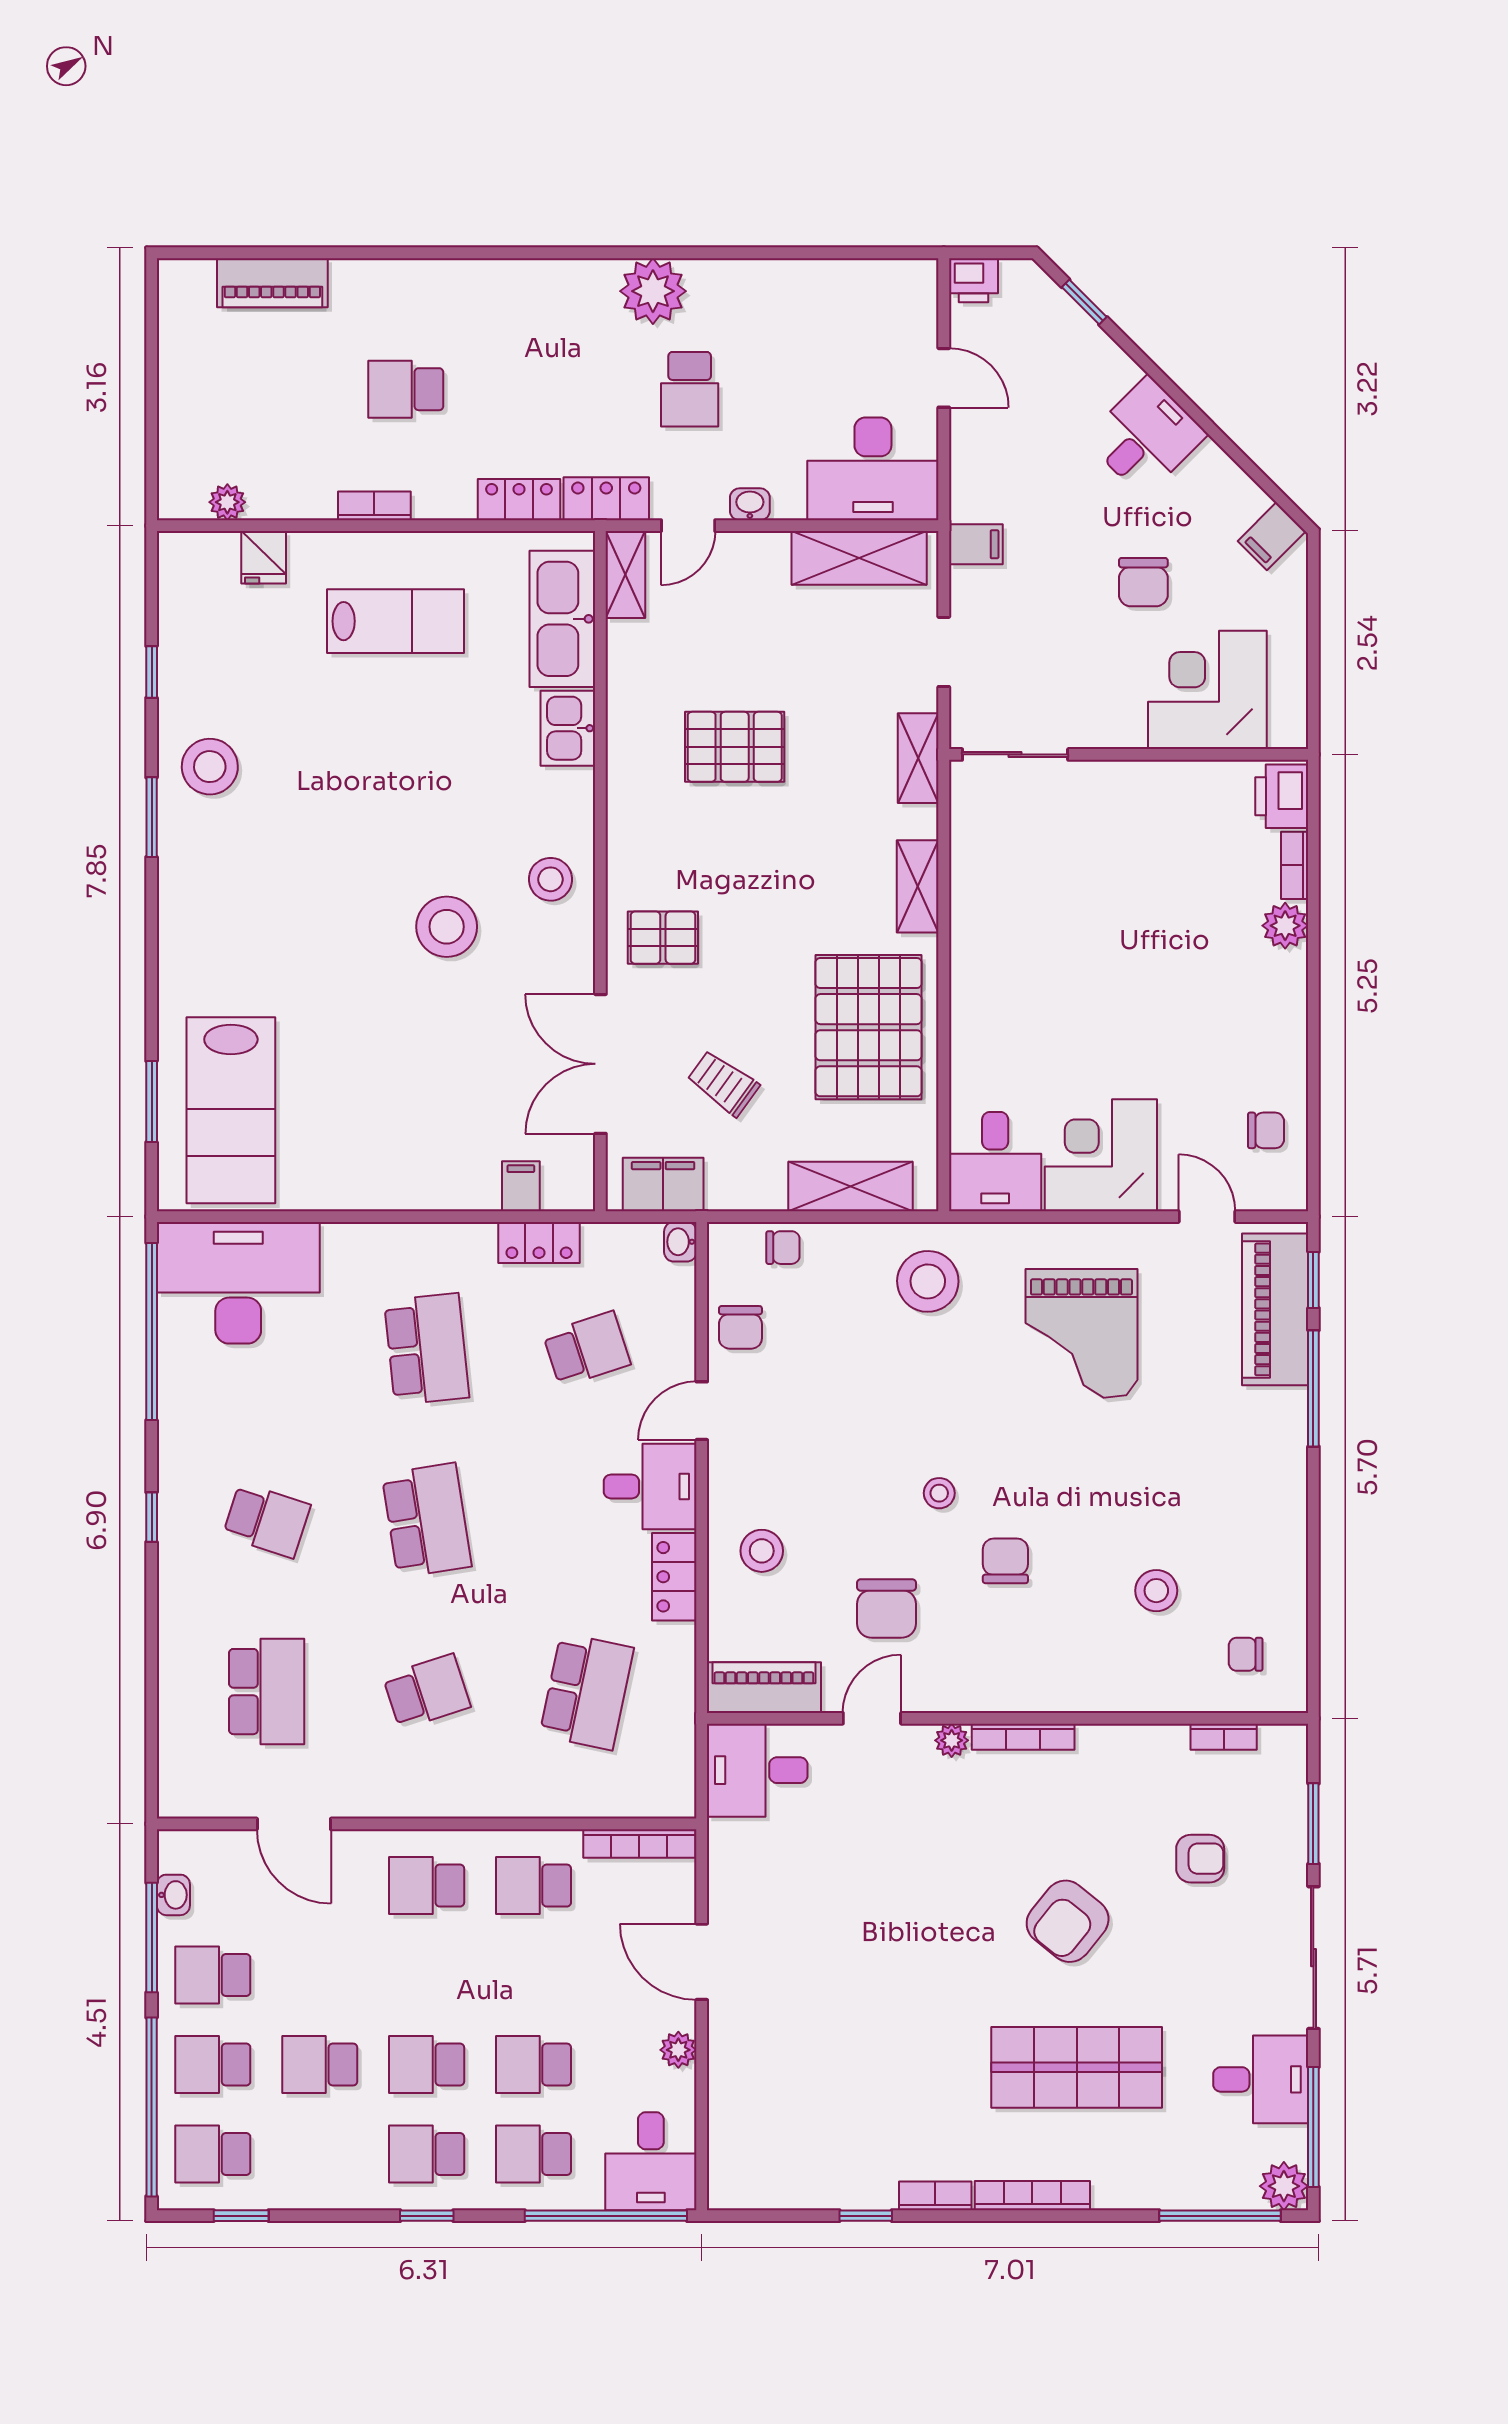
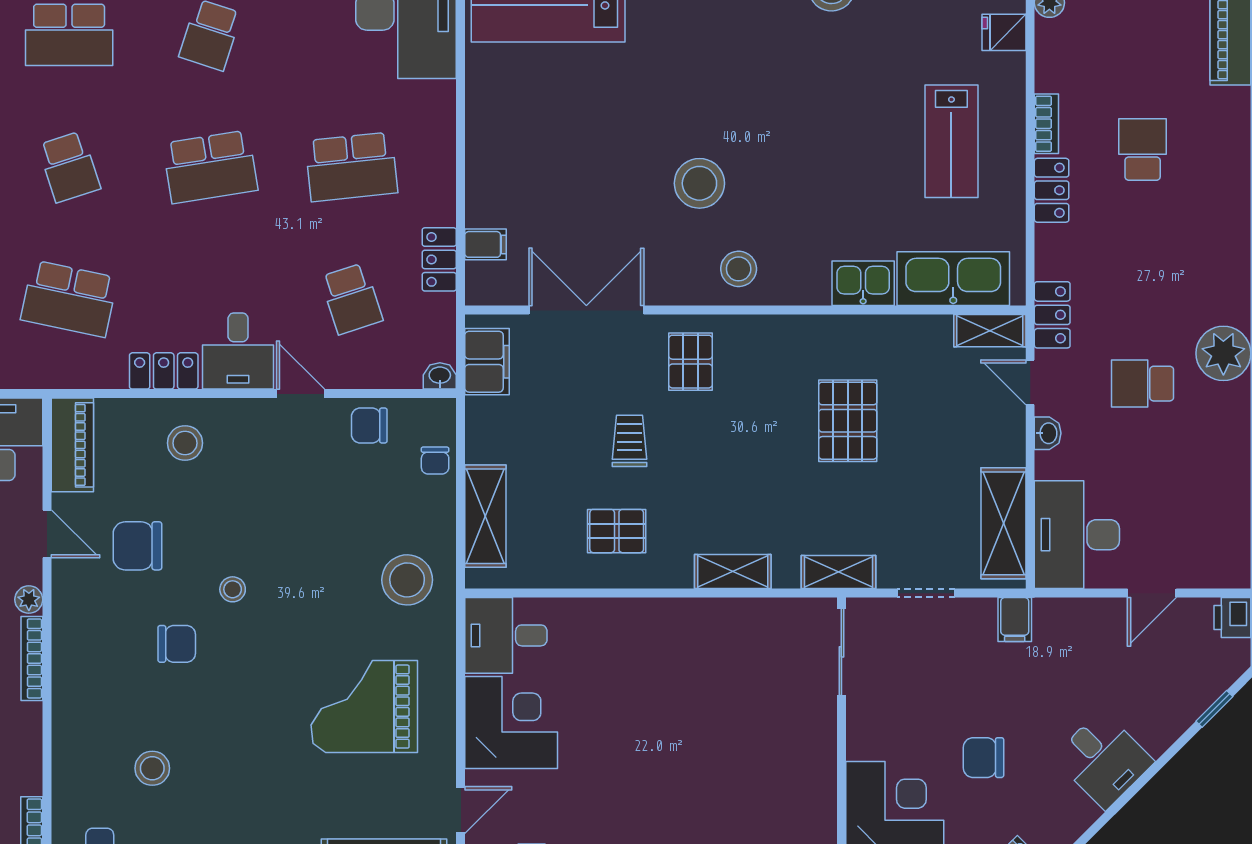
locker: (519, 500) -> (1052, 190), moved
pallet: (869, 1027) -> (617, 531), width x0.49, depth x0.50
trolley: (723, 1083) -> (629, 441), moved, turned -36

